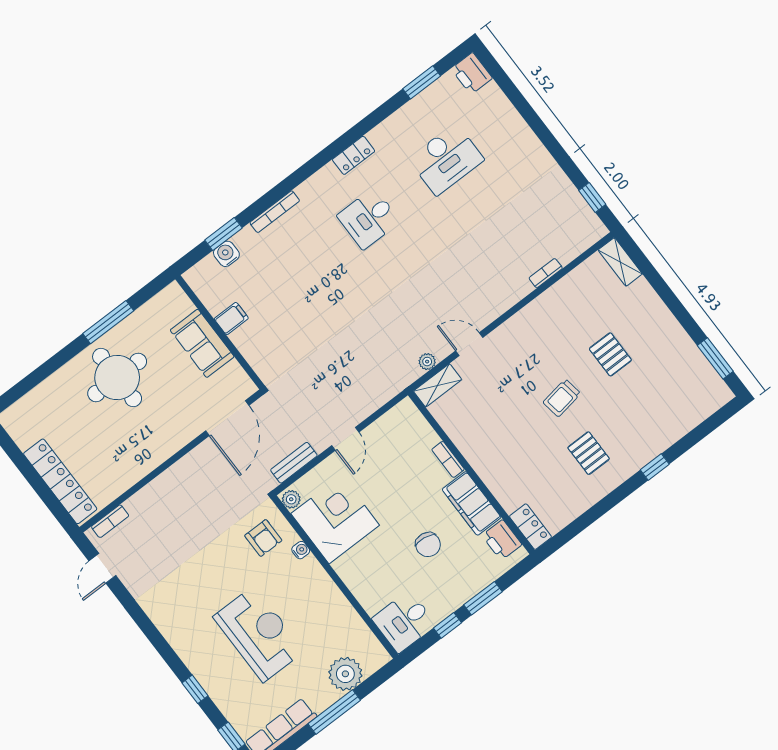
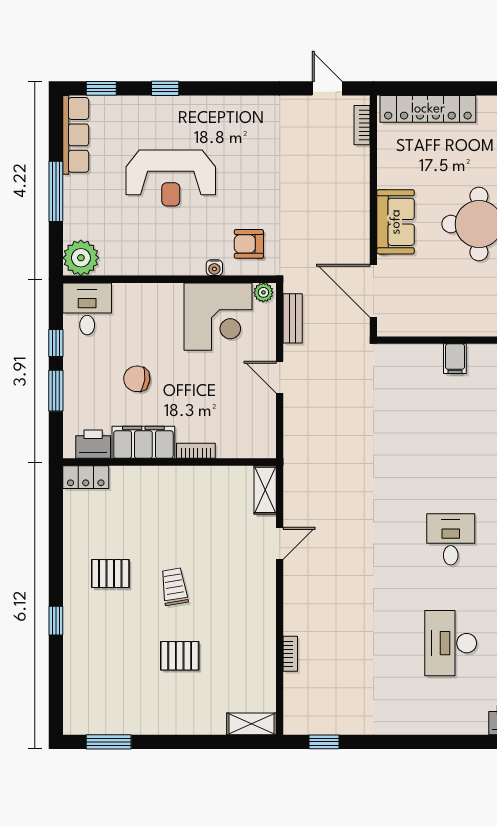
sofa: (202, 343) -> (396, 222), moved, turned 90
plant: (427, 362) -> (292, 496), removed
plant: (345, 674) -> (81, 258), moved

